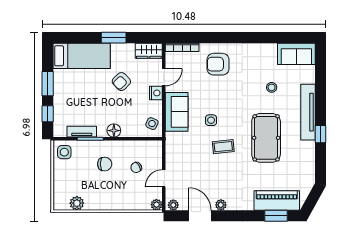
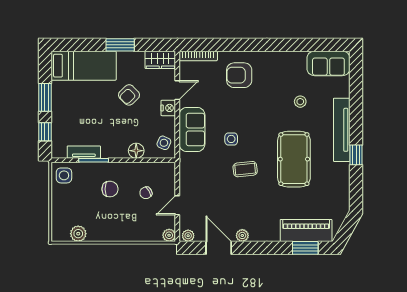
floor lamp: (114, 131) -> (136, 151), moved

